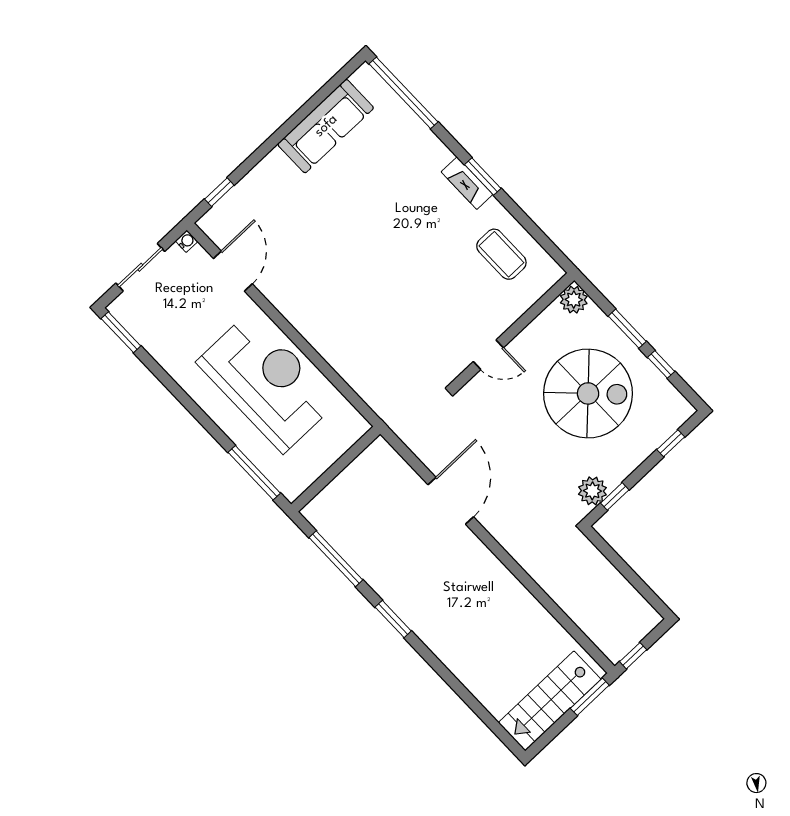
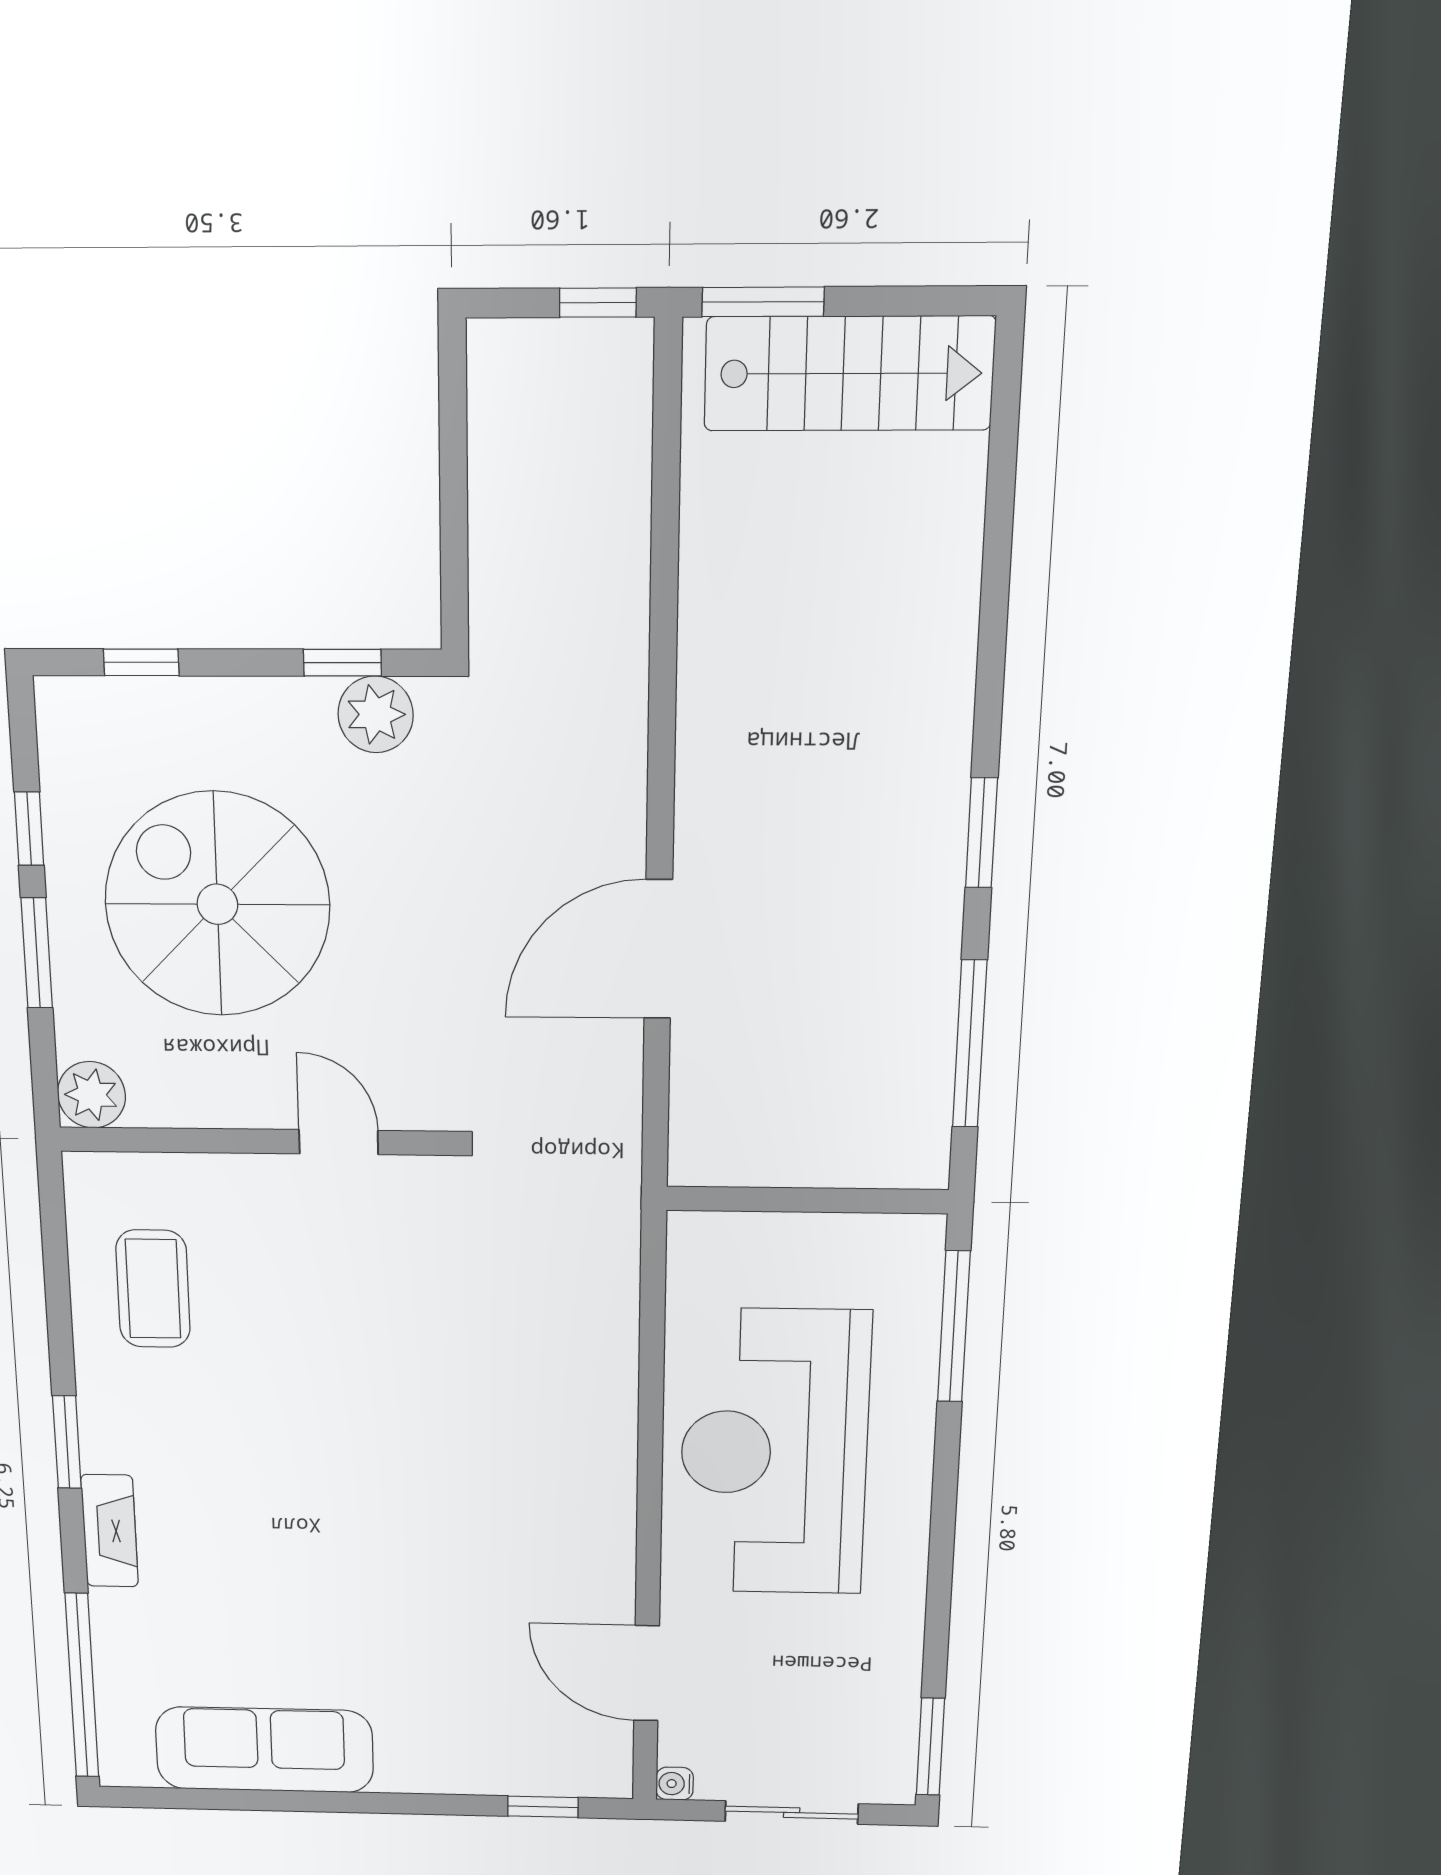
fireplace: (467, 183) -> (110, 1531), moved
door: (233, 271) -> (647, 1673), hinge flipped

